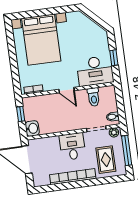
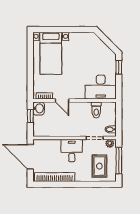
bed with nightstands: (41, 40) -> (51, 53), width x0.73
window: (114, 58) -> (119, 67), moved
door: (67, 90) -> (62, 100), moved
washbasin: (32, 128) -> (39, 108), moved
bookcase: (73, 177) -> (55, 177), moved

